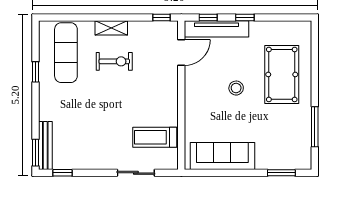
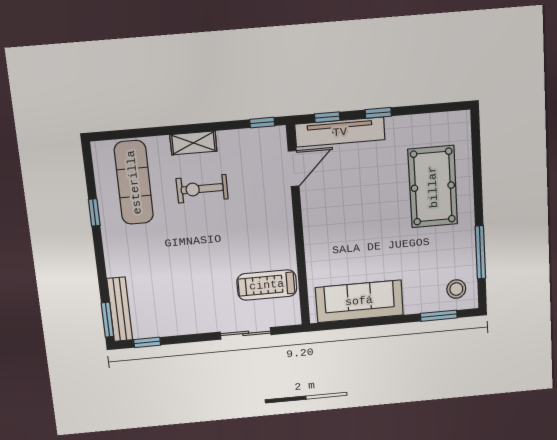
exercise bike: (114, 61) -> (202, 189), turned 180
stool: (236, 88) -> (456, 289), moved

